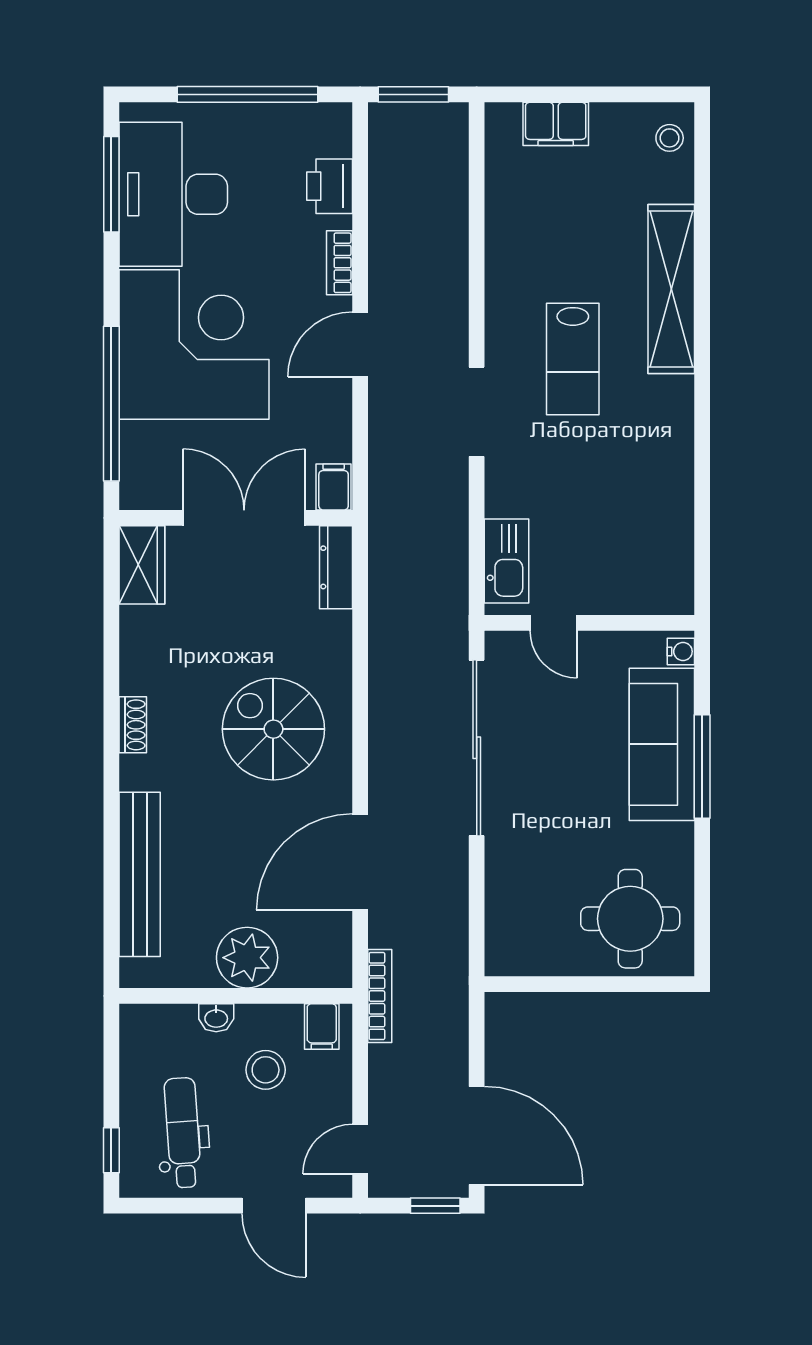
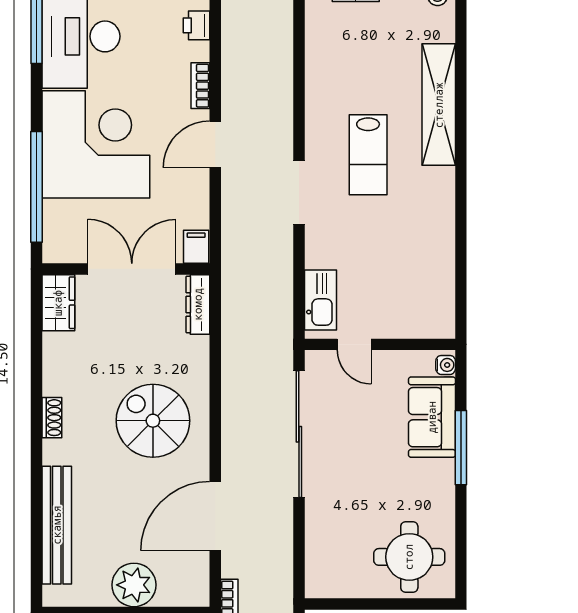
printer: (330, 186) -> (196, 25), width x0.73, depth x0.81
sofa: (662, 744) -> (432, 417), width x0.73

